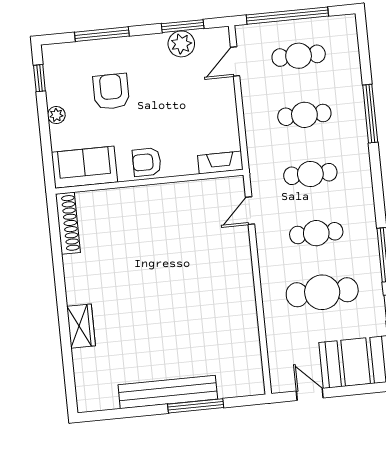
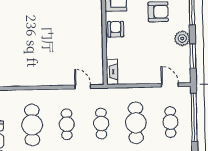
plant: (181, 44) -> (182, 38), moved
cafe table: (304, 115) -> (136, 123), width x1.37, depth x1.35

